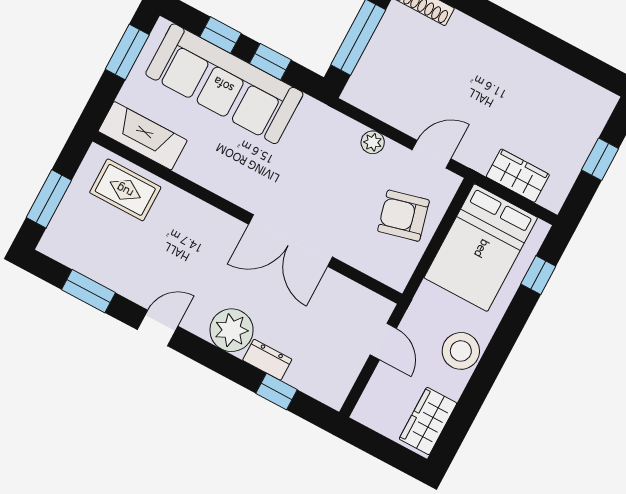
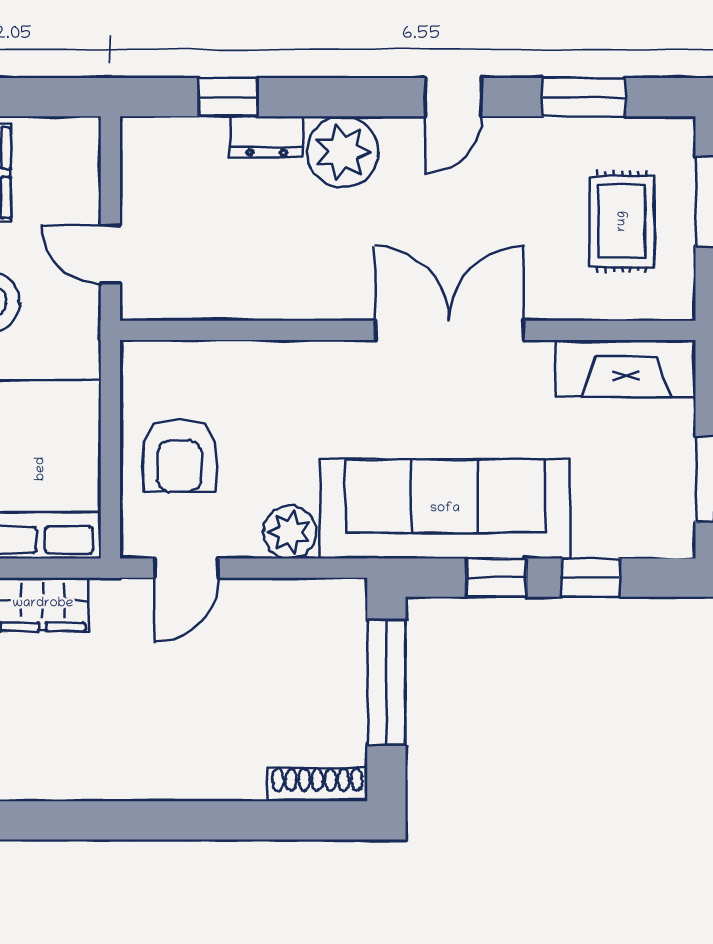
sofa: (224, 84) -> (445, 509), moved
plant: (373, 142) -> (290, 532), width x1.38, depth x1.38
rug: (125, 190) -> (622, 221), moved, turned 90
armchair: (403, 216) -> (180, 456), turned 104
double door: (291, 241) -> (449, 330), moved

